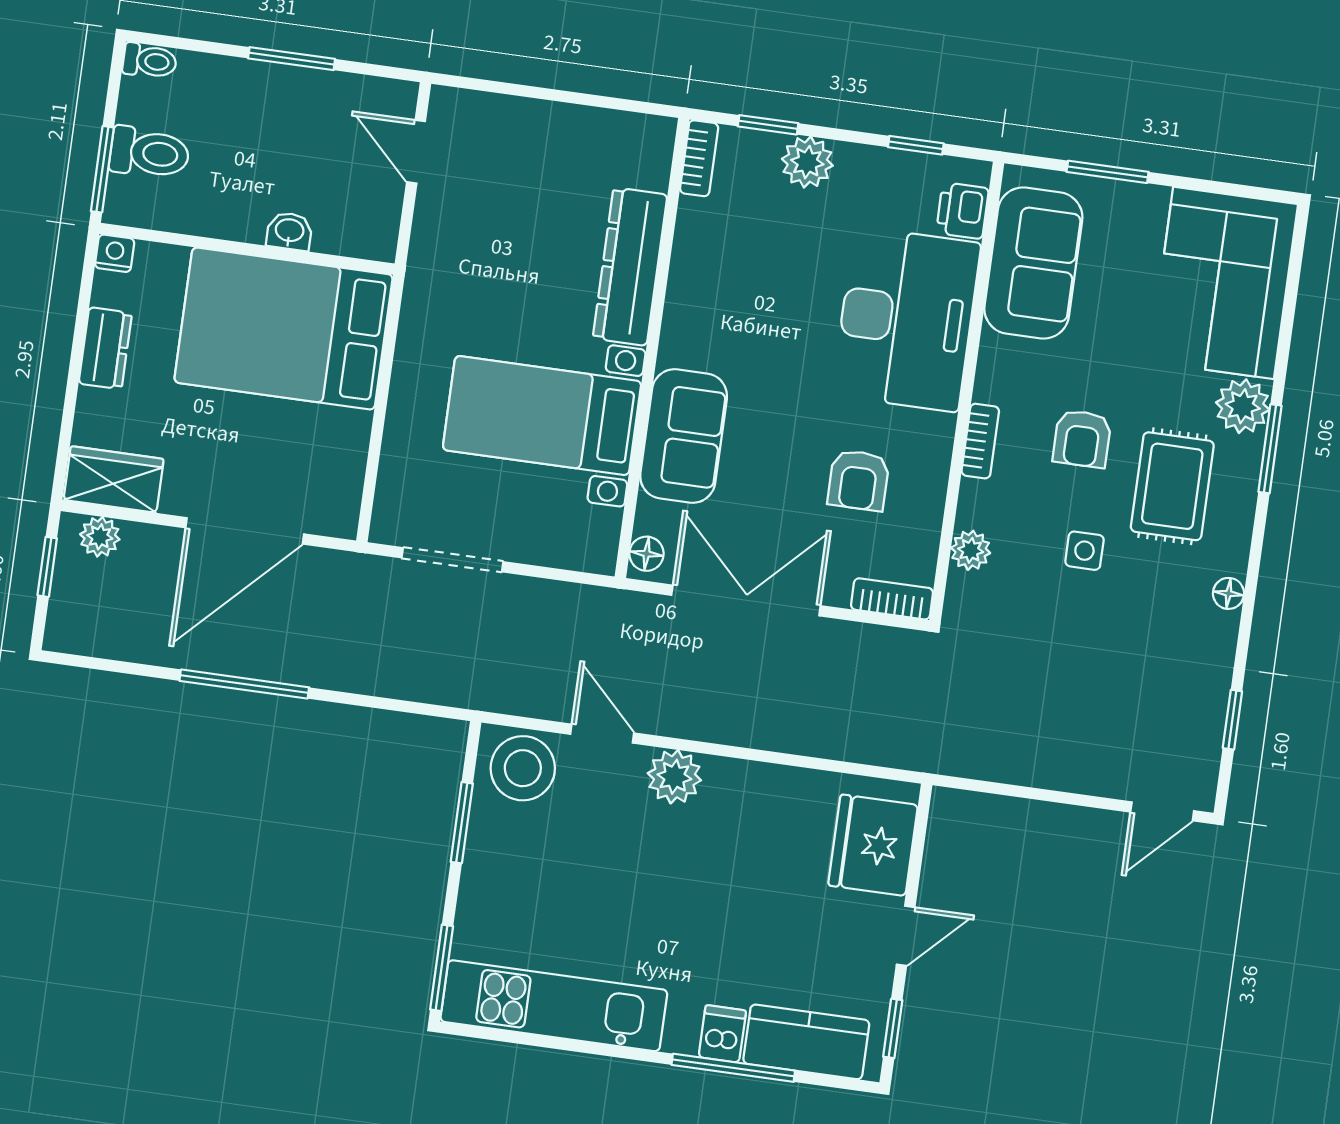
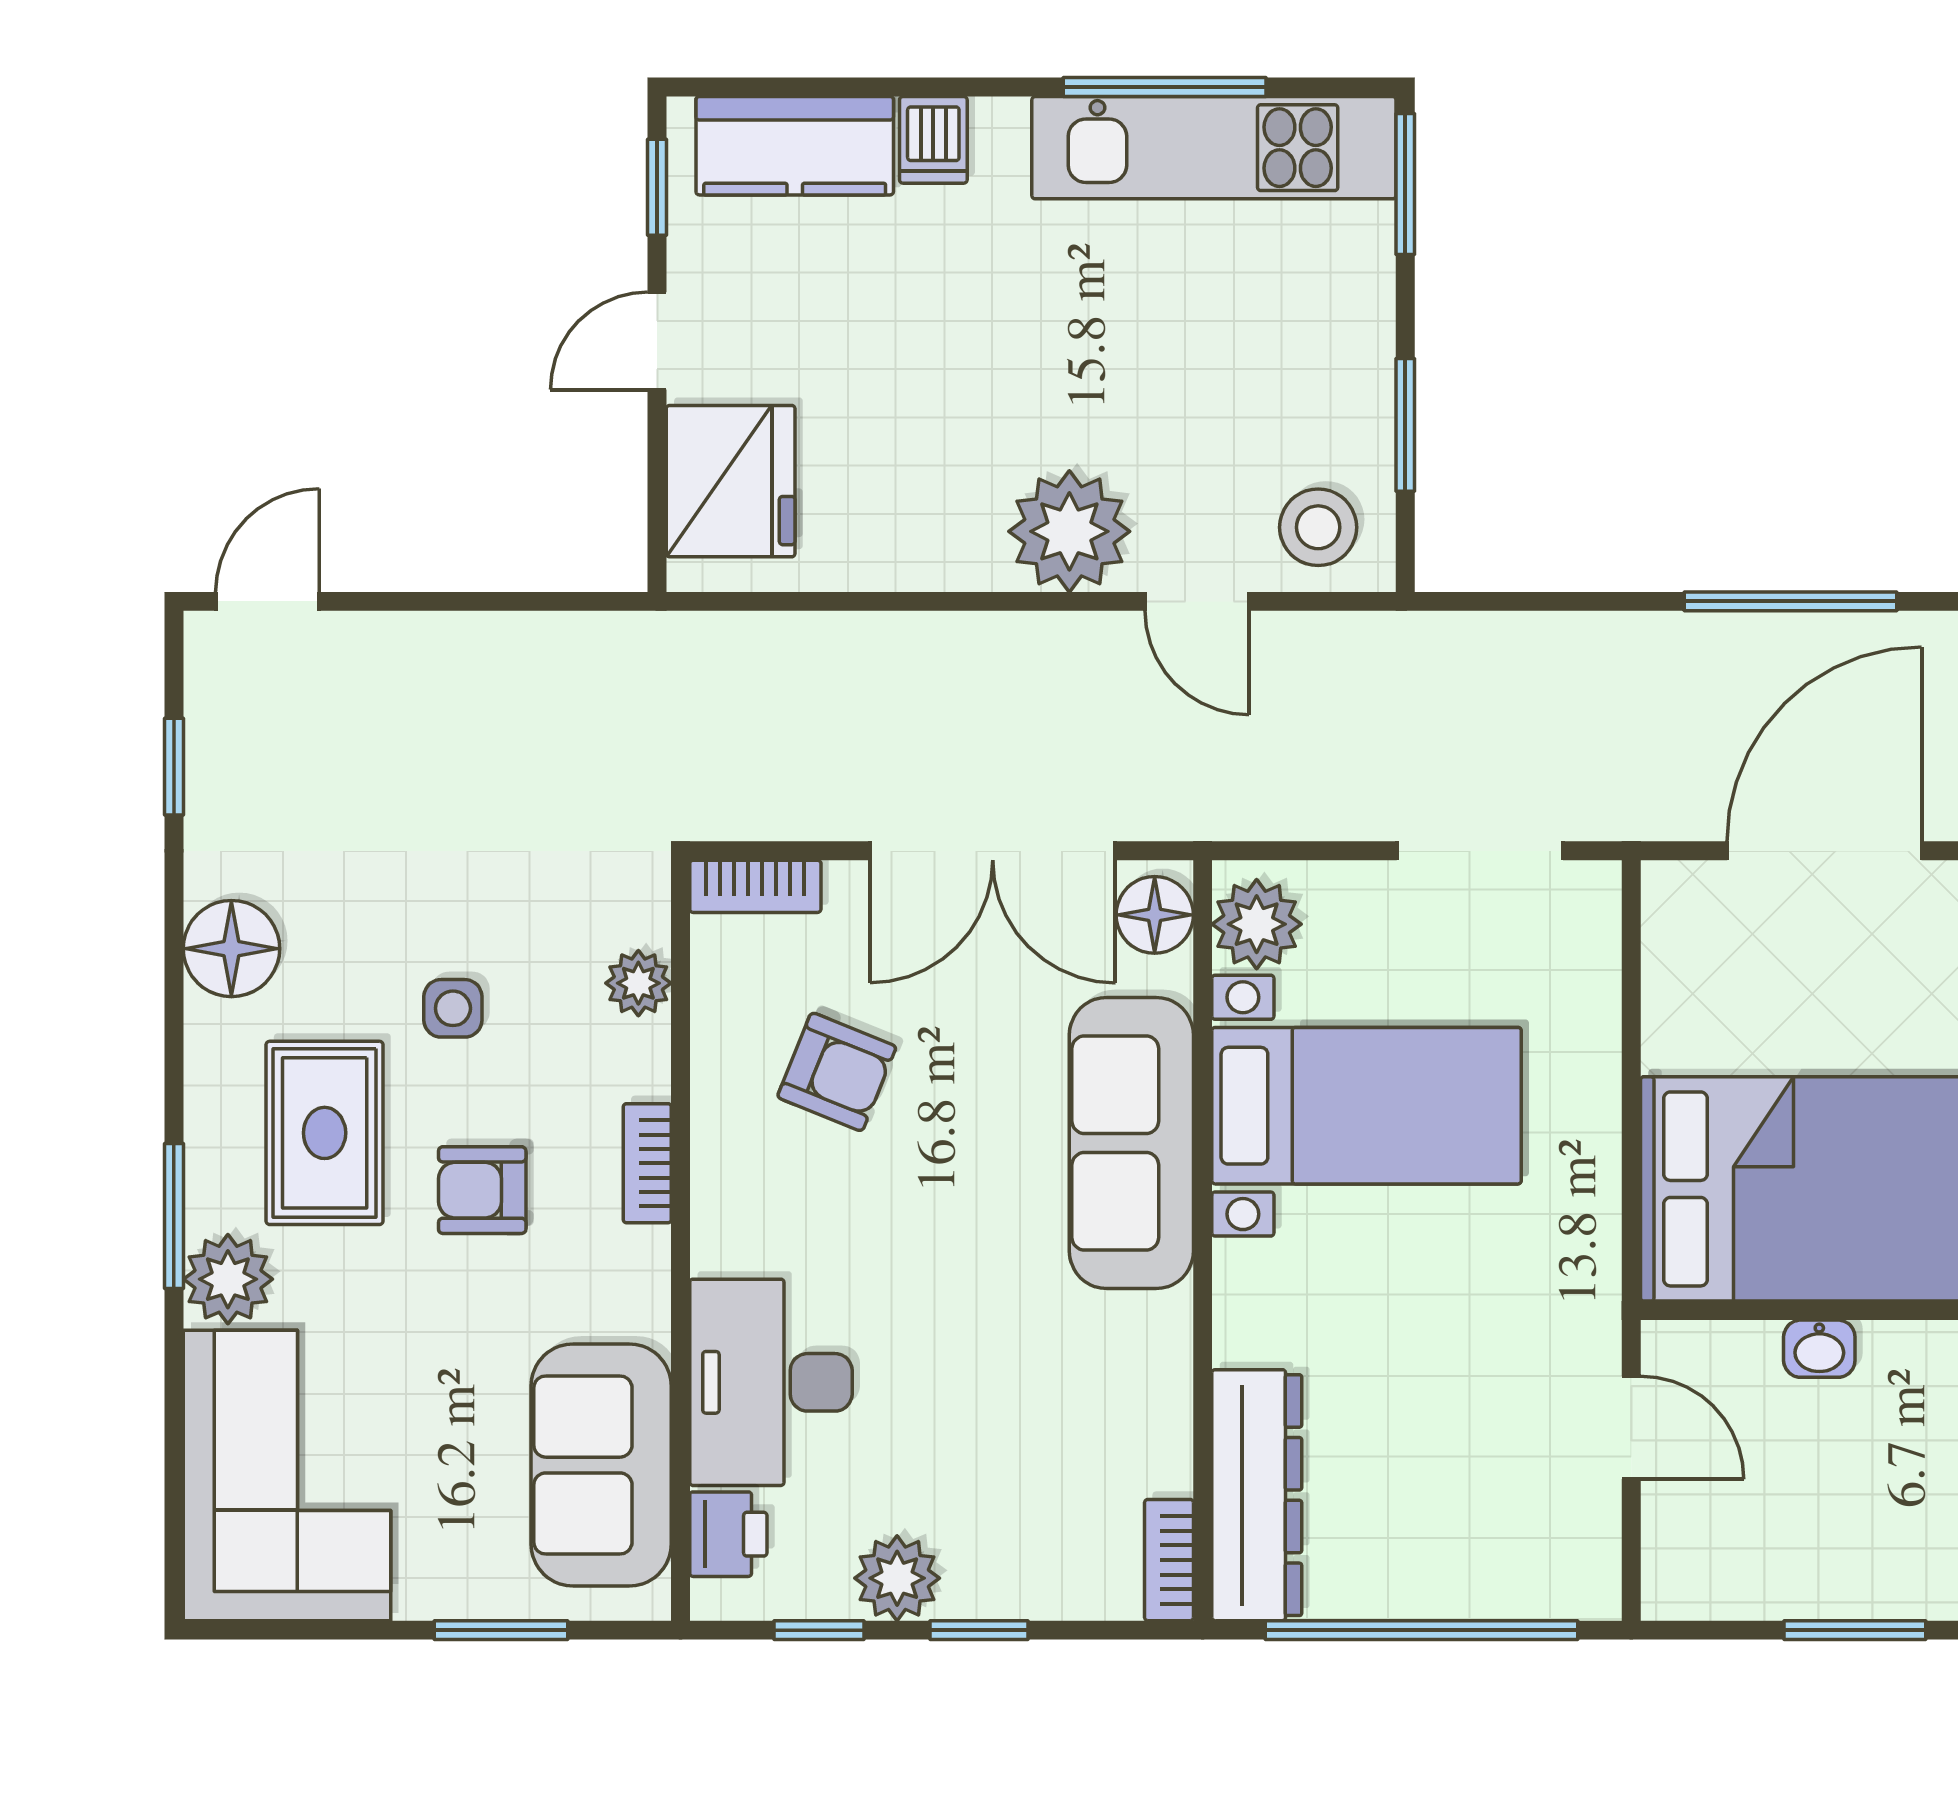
window: (553, 95) -> (1421, 1630), added
window: (768, 125) -> (979, 1630), moved
door: (416, 152) -> (1631, 1428), moved
plant: (807, 162) -> (897, 1578), moved
dresser: (630, 267) -> (1257, 1495), moved
desk: (906, 319) -> (771, 1382), width x0.73, depth x0.77
sofa: (684, 436) -> (1131, 1143), width x1.36
armchair: (1082, 439) -> (482, 1190), turned -90
armchair: (858, 480) -> (837, 1072), turned 112
plant: (593, 534) -> (1257, 924), added
floor lamp: (647, 554) -> (1155, 915), width x1.37, depth x1.37
floor lamp: (1228, 593) -> (231, 949), width x1.89, depth x1.89
stool: (523, 768) -> (1318, 527), width x0.73, depth x0.73
plant: (674, 777) -> (1069, 531), width x1.36, depth x1.36
window: (733, 1068) -> (1165, 87), moved

